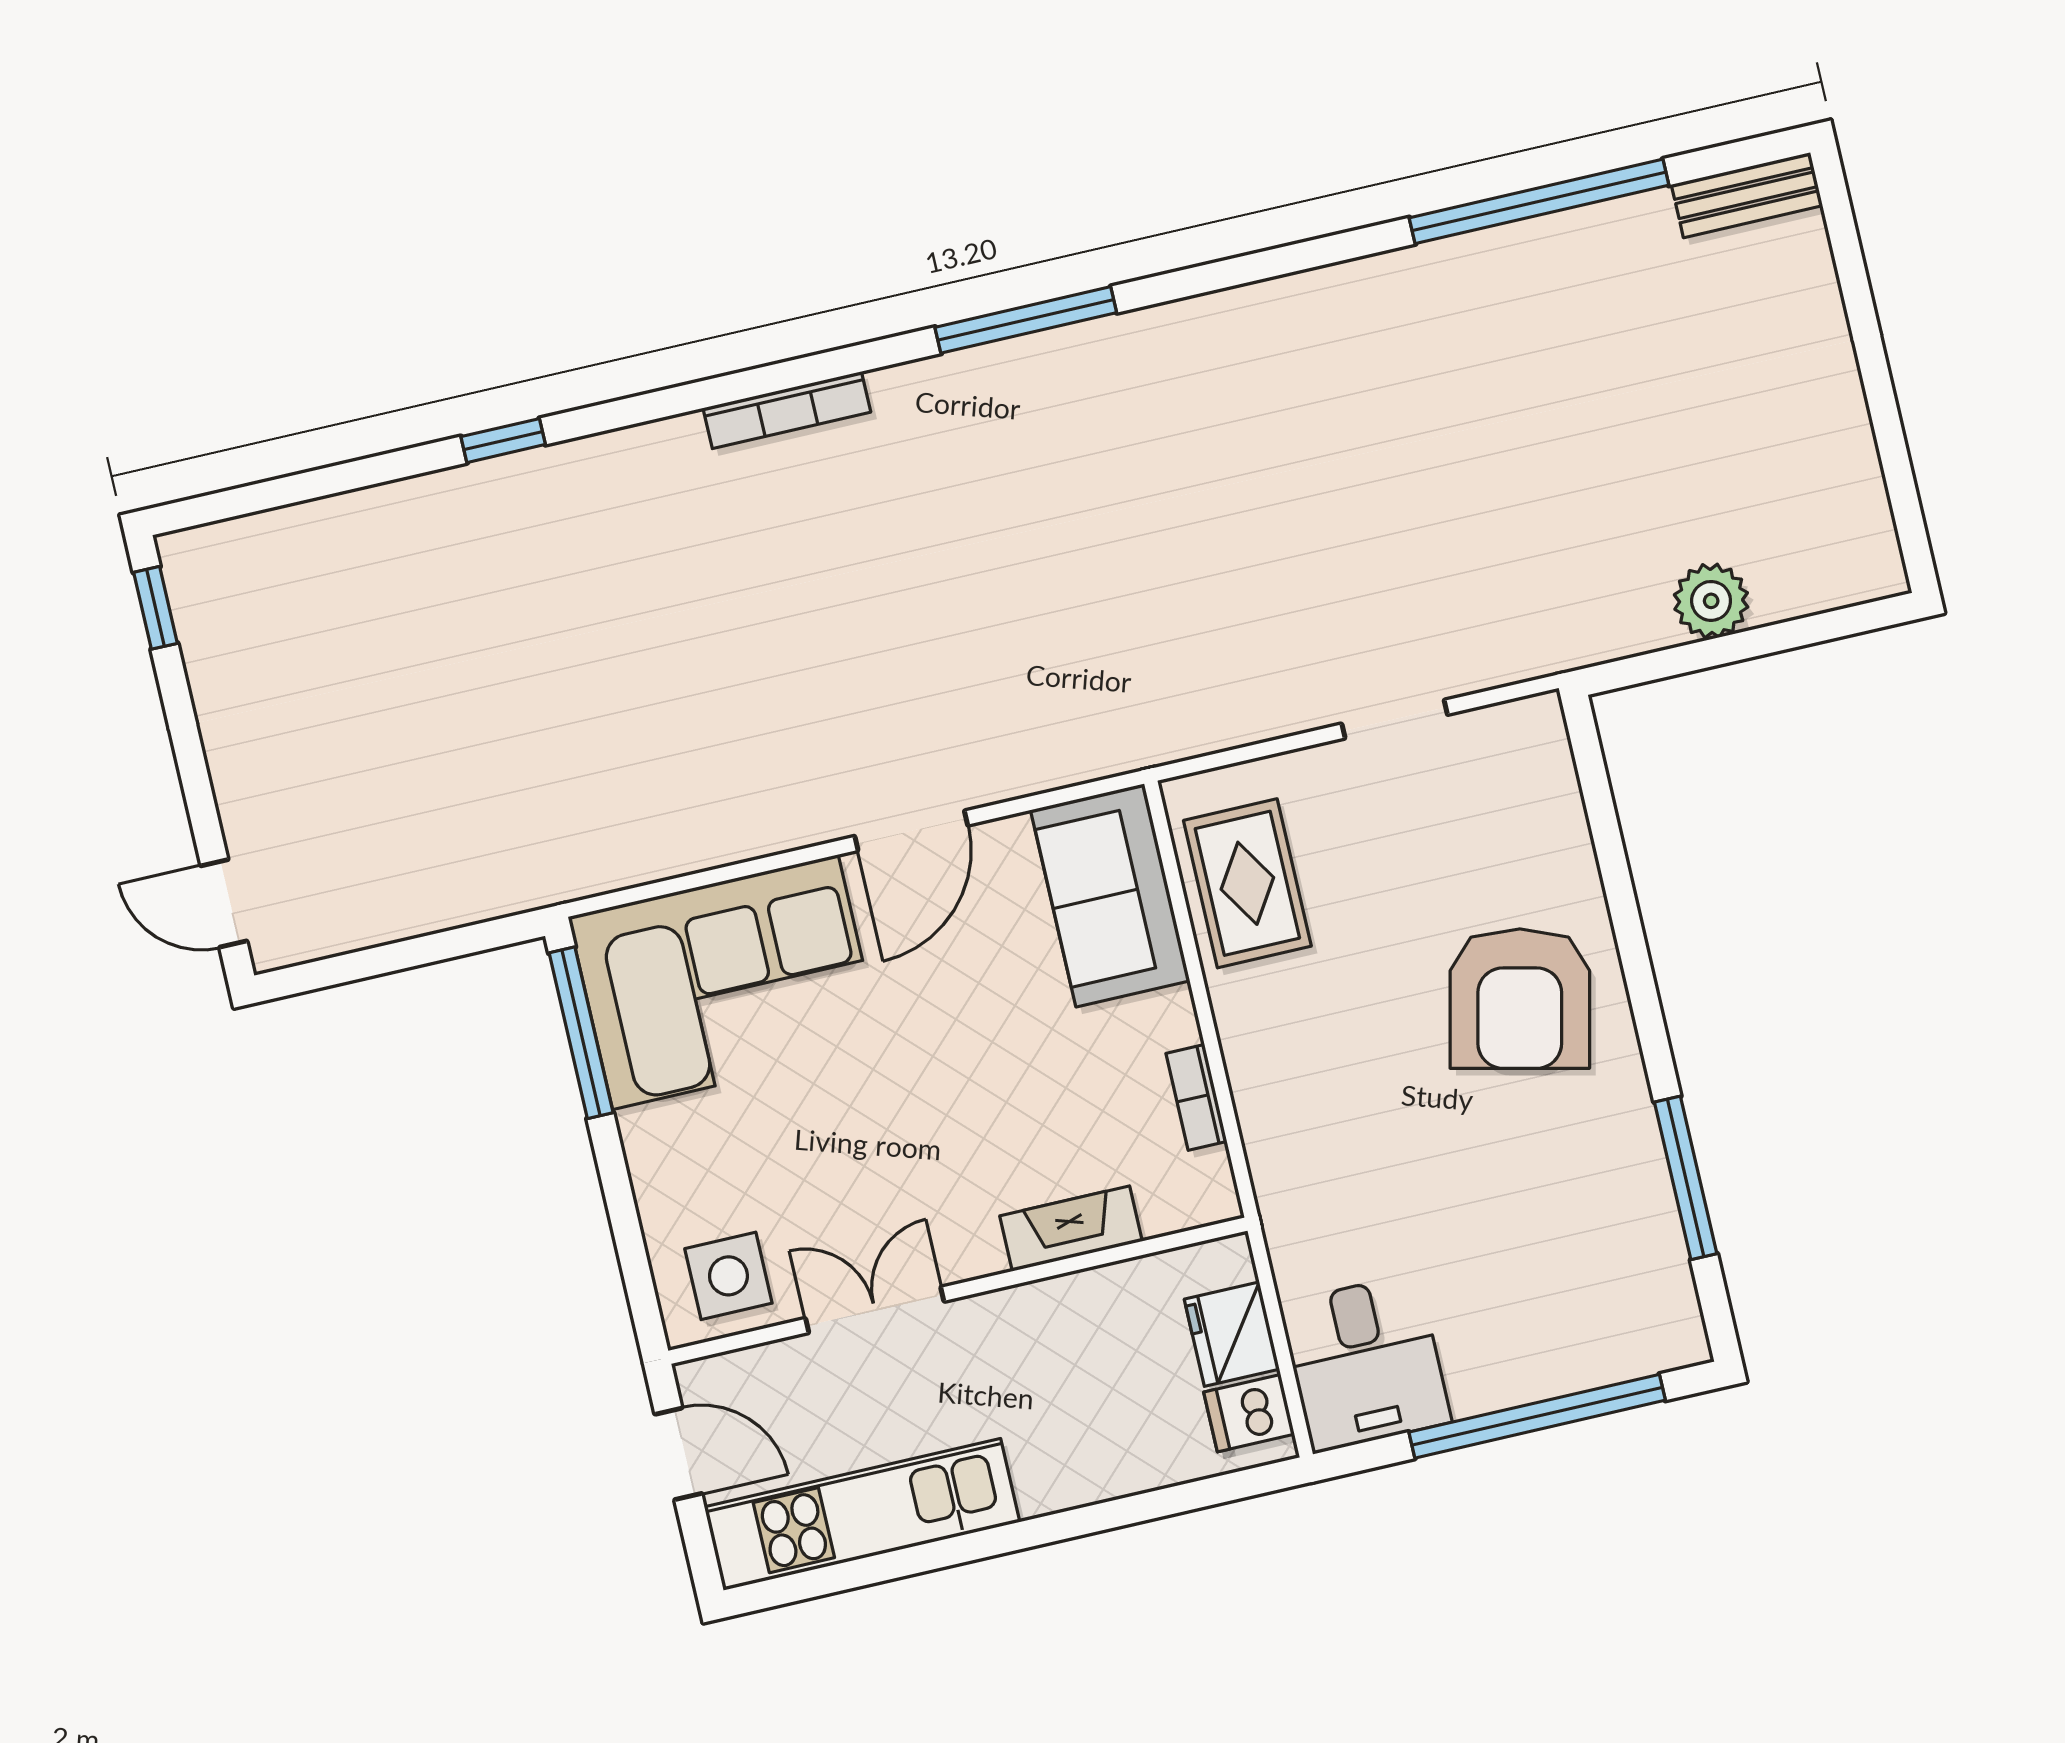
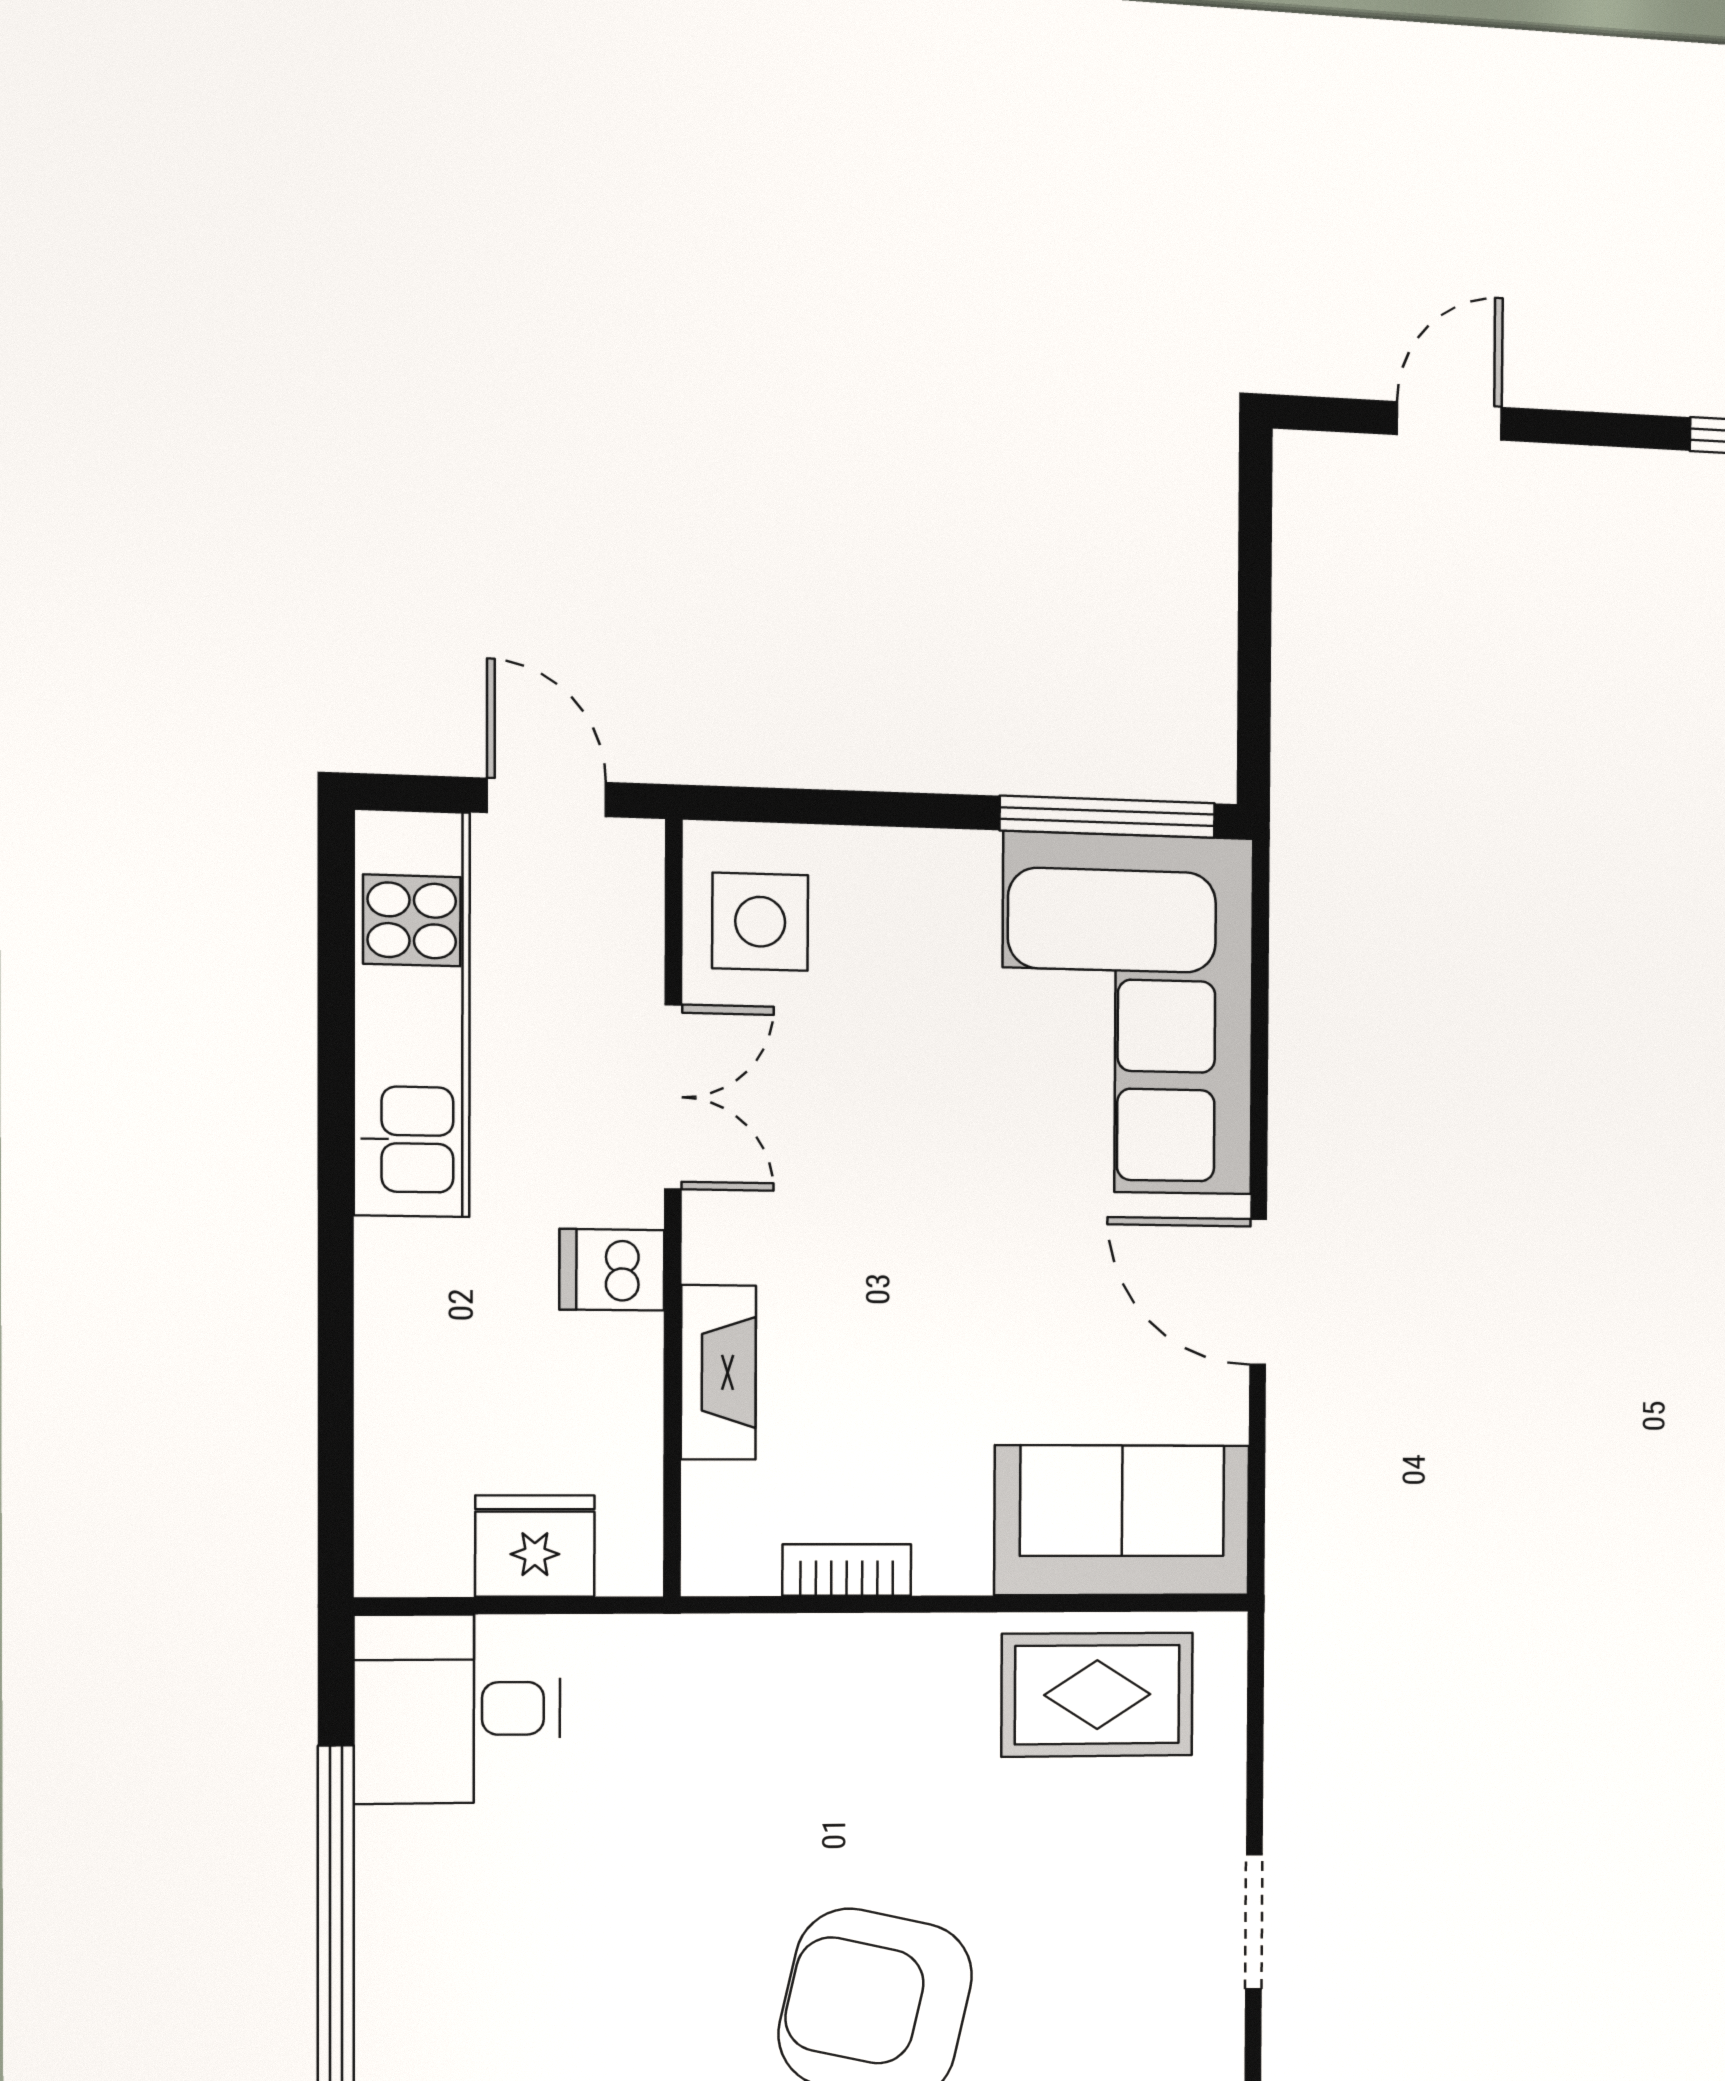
door: (224, 903) -> (1449, 421), moved
dishwasher: (1249, 1413) -> (612, 1270), moved, turned -90
door: (678, 1454) -> (547, 797), swing flipped

